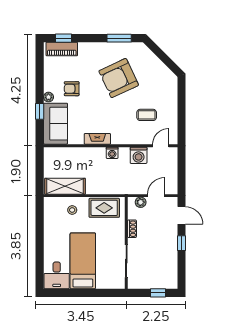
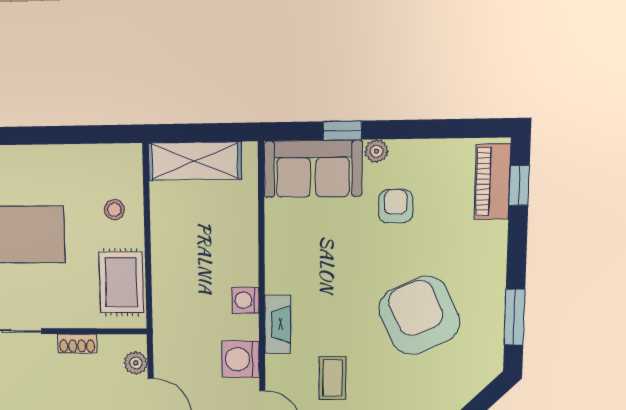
fireplace: (97, 139) -> (278, 324), moved
shelving: (65, 186) -> (195, 161), moved, turned 90

